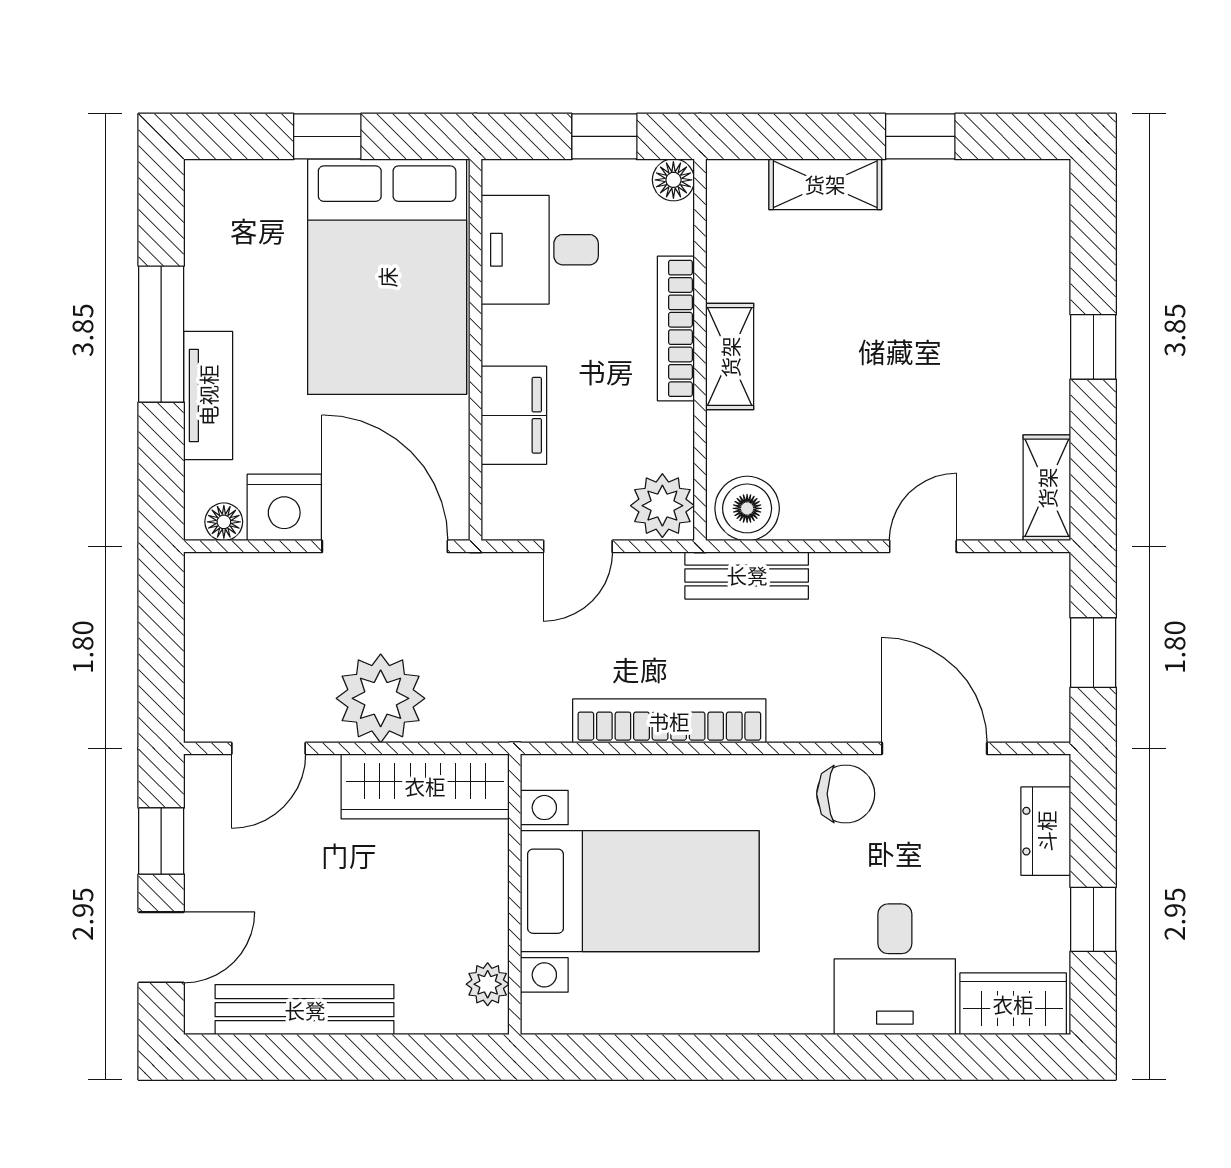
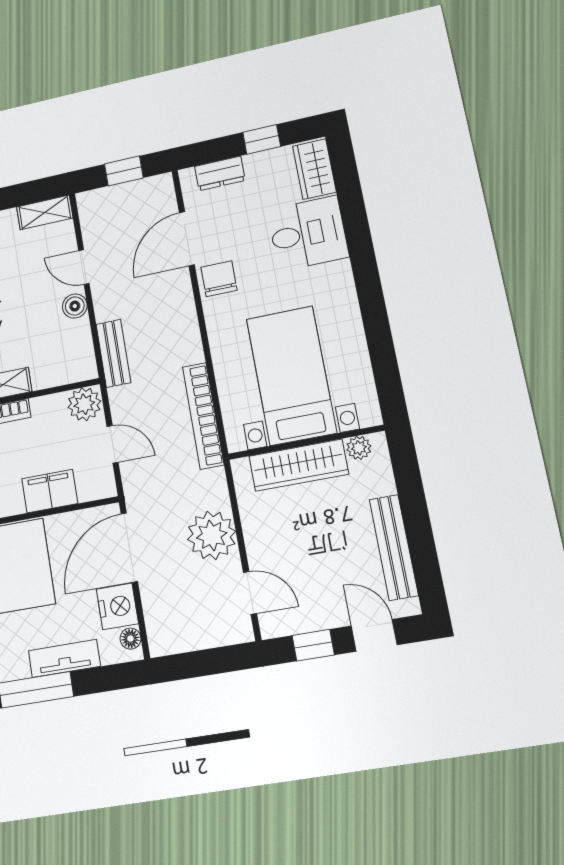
boiler: (747, 508) -> (75, 306), moved, width x0.73, depth x0.73
bookcase: (669, 721) -> (203, 416), moved
wardrobe: (425, 786) -> (299, 465), moved, turned 90

